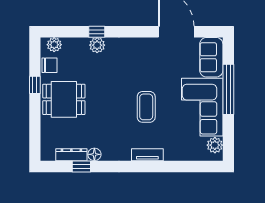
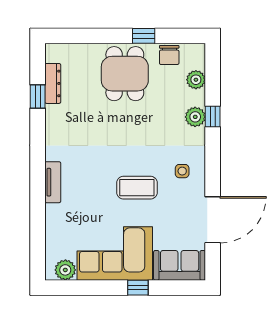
plant: (54, 45) -> (196, 80), moved
side table: (139, 55) -> (182, 171), added
window: (228, 89) -> (138, 288), width x0.32
coffee table: (146, 107) -> (137, 188), moved
floor lamp: (94, 154) -> (53, 113), removed

